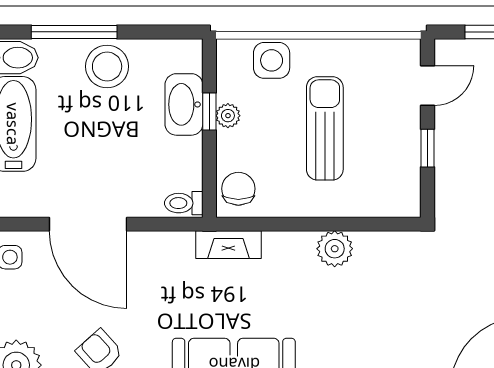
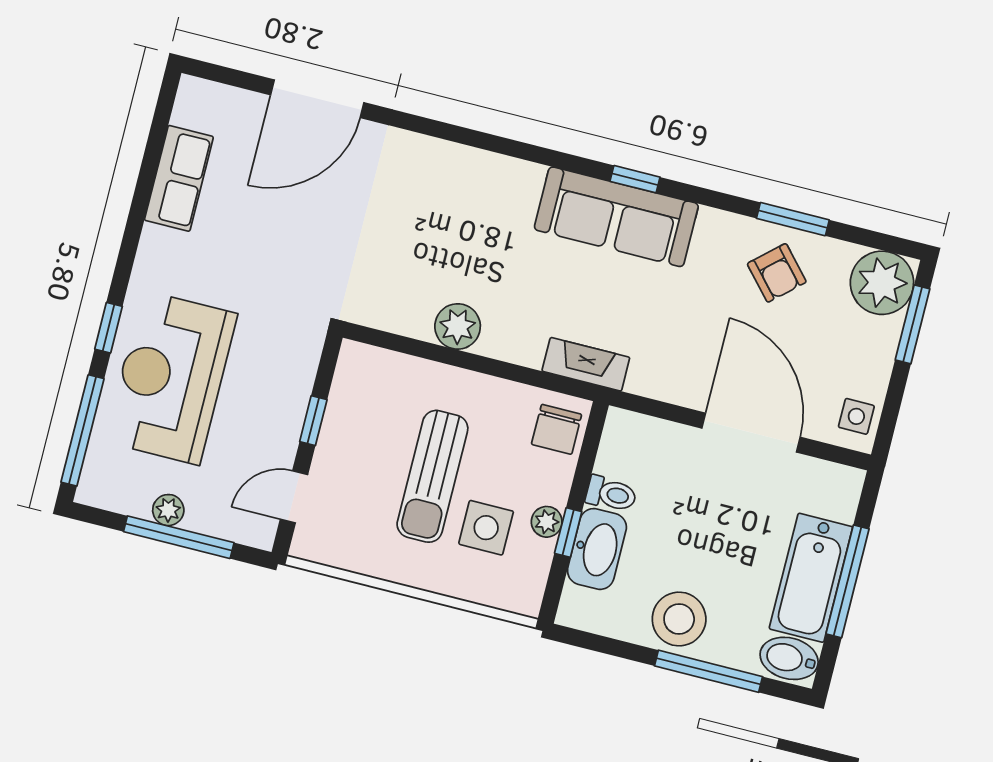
side table: (272, 60) -> (486, 528), moved
toilet: (184, 203) -> (611, 494), moved

